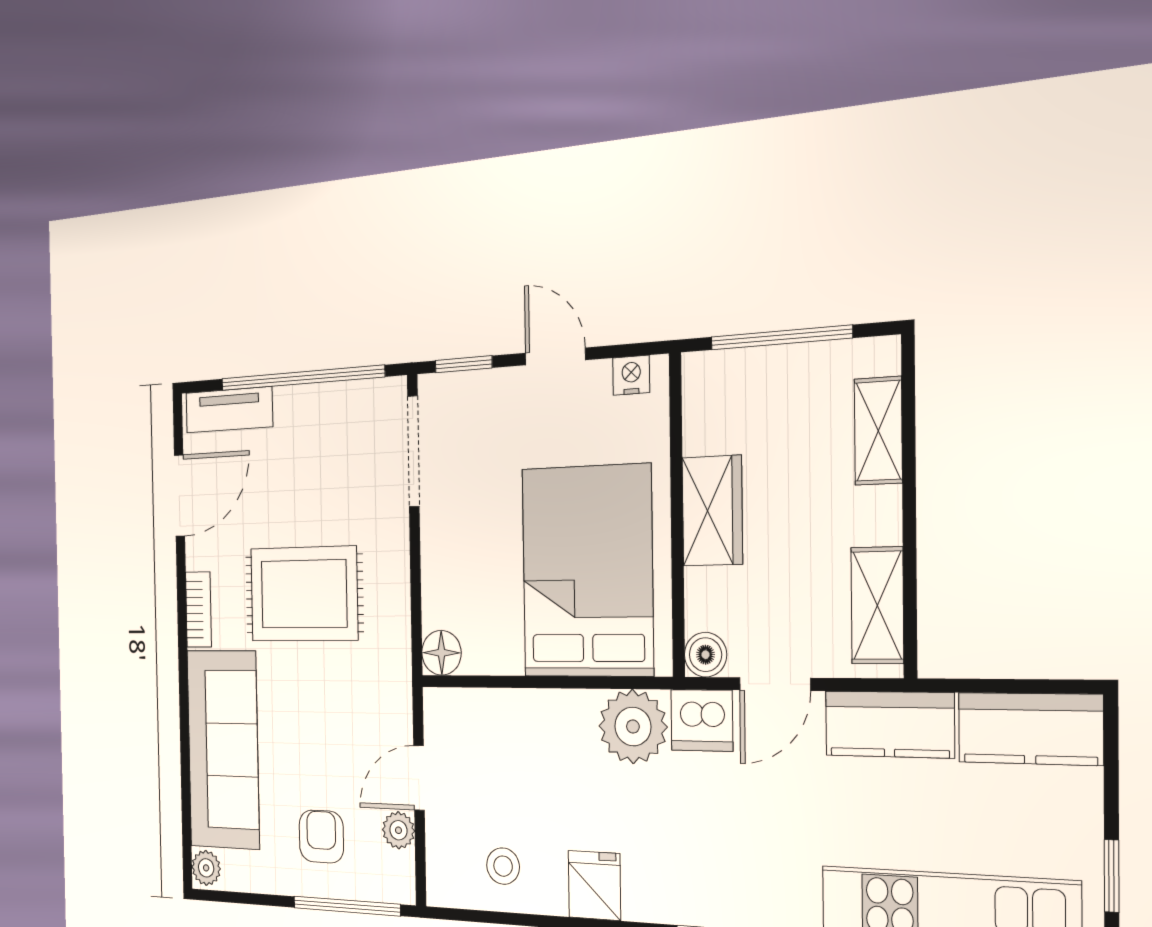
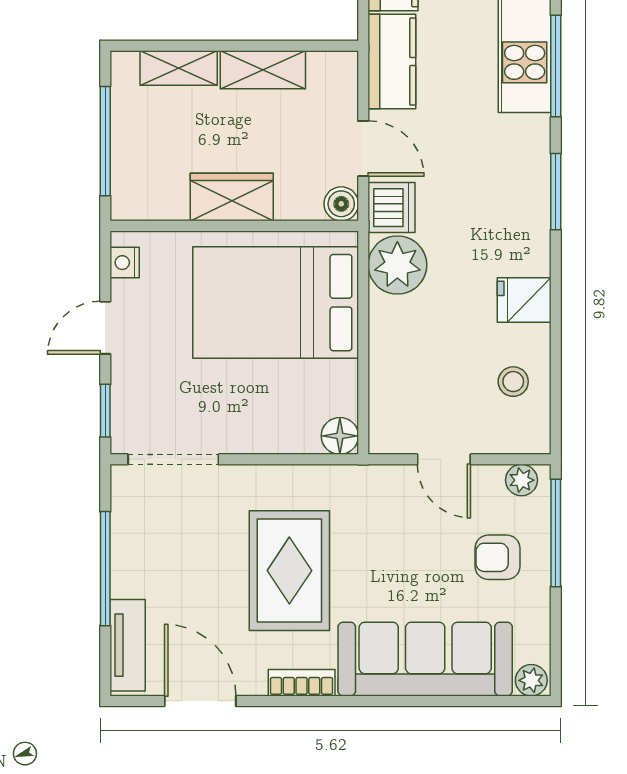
window: (302, 378) -> (105, 569), width x0.68
shelving: (877, 605) -> (263, 70), moved
plant: (398, 830) -> (522, 480), moved

